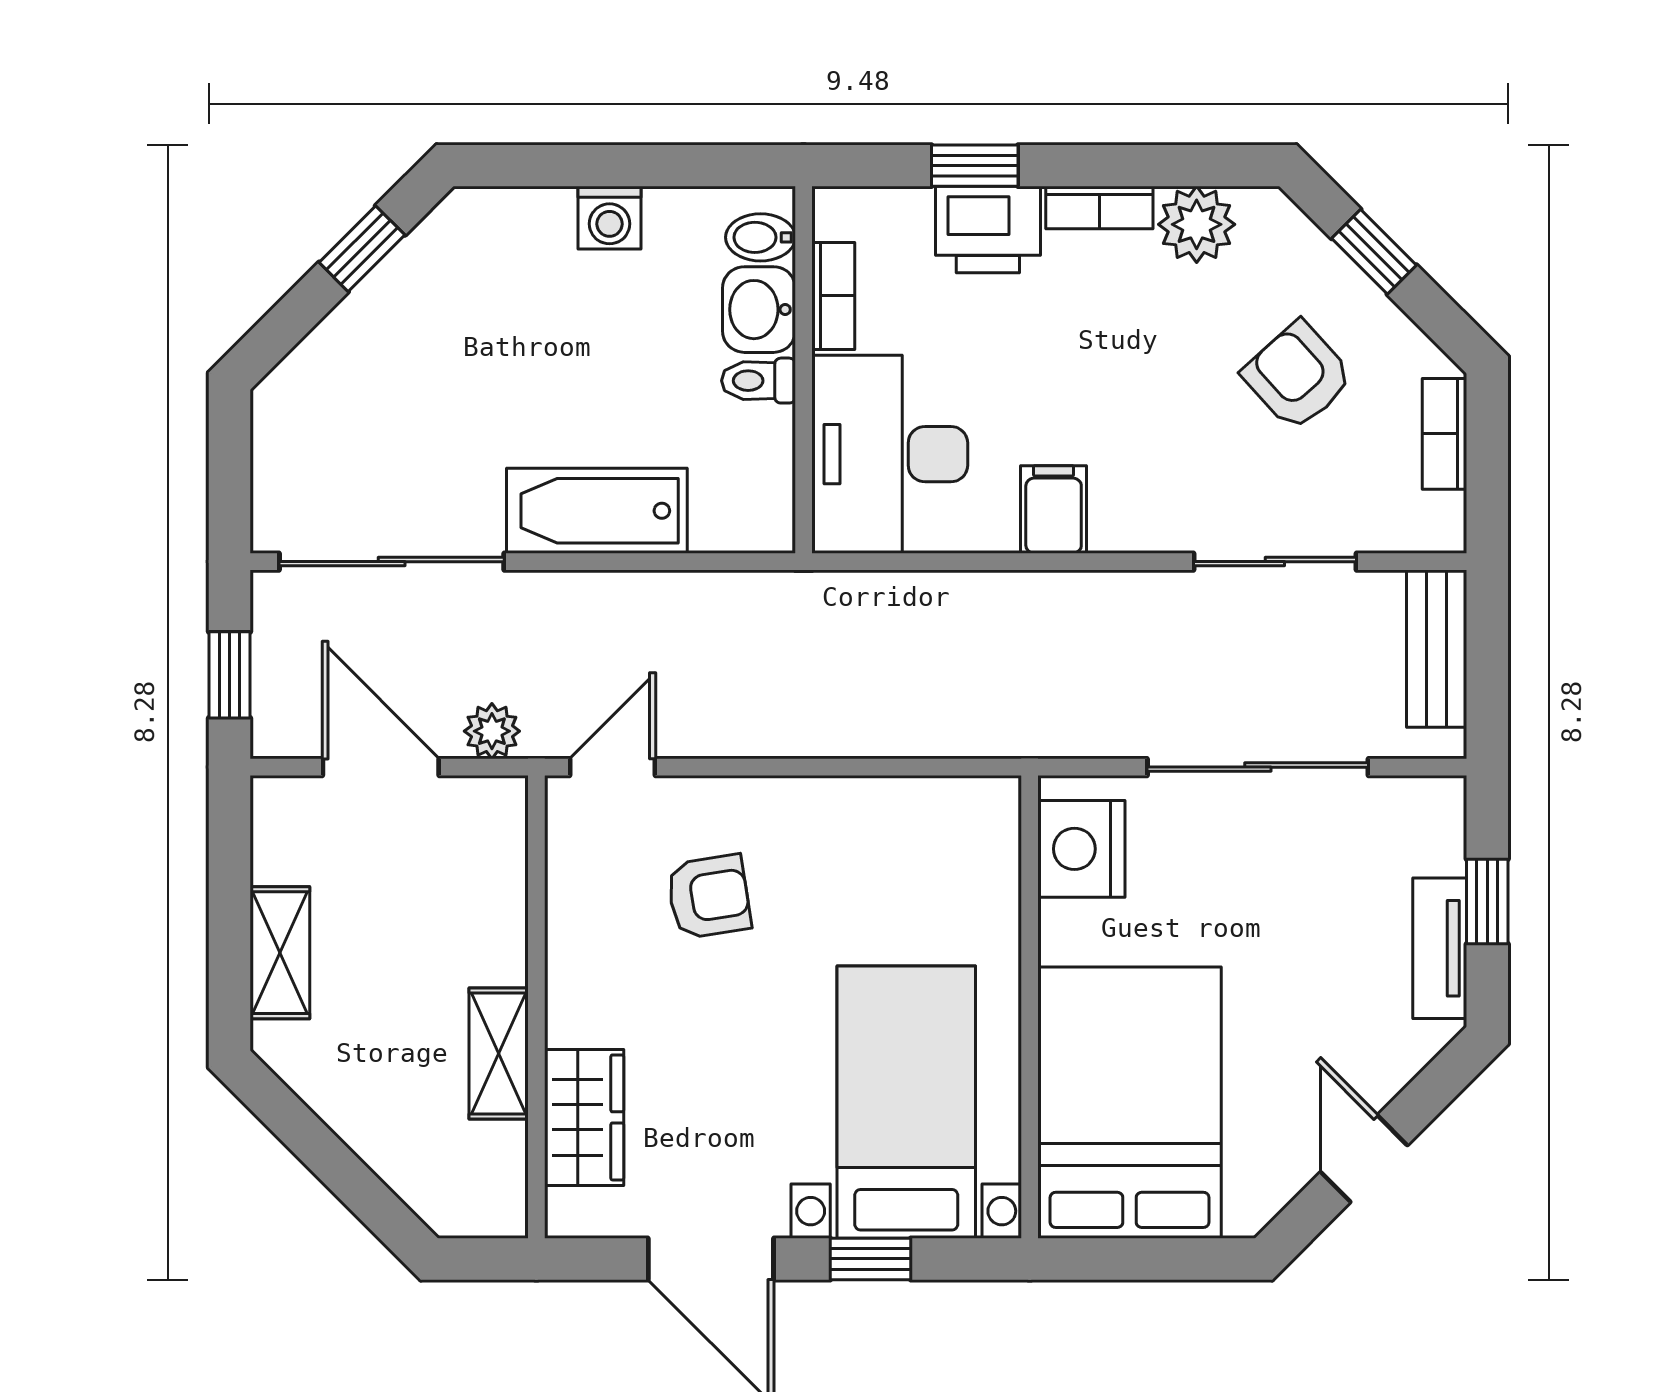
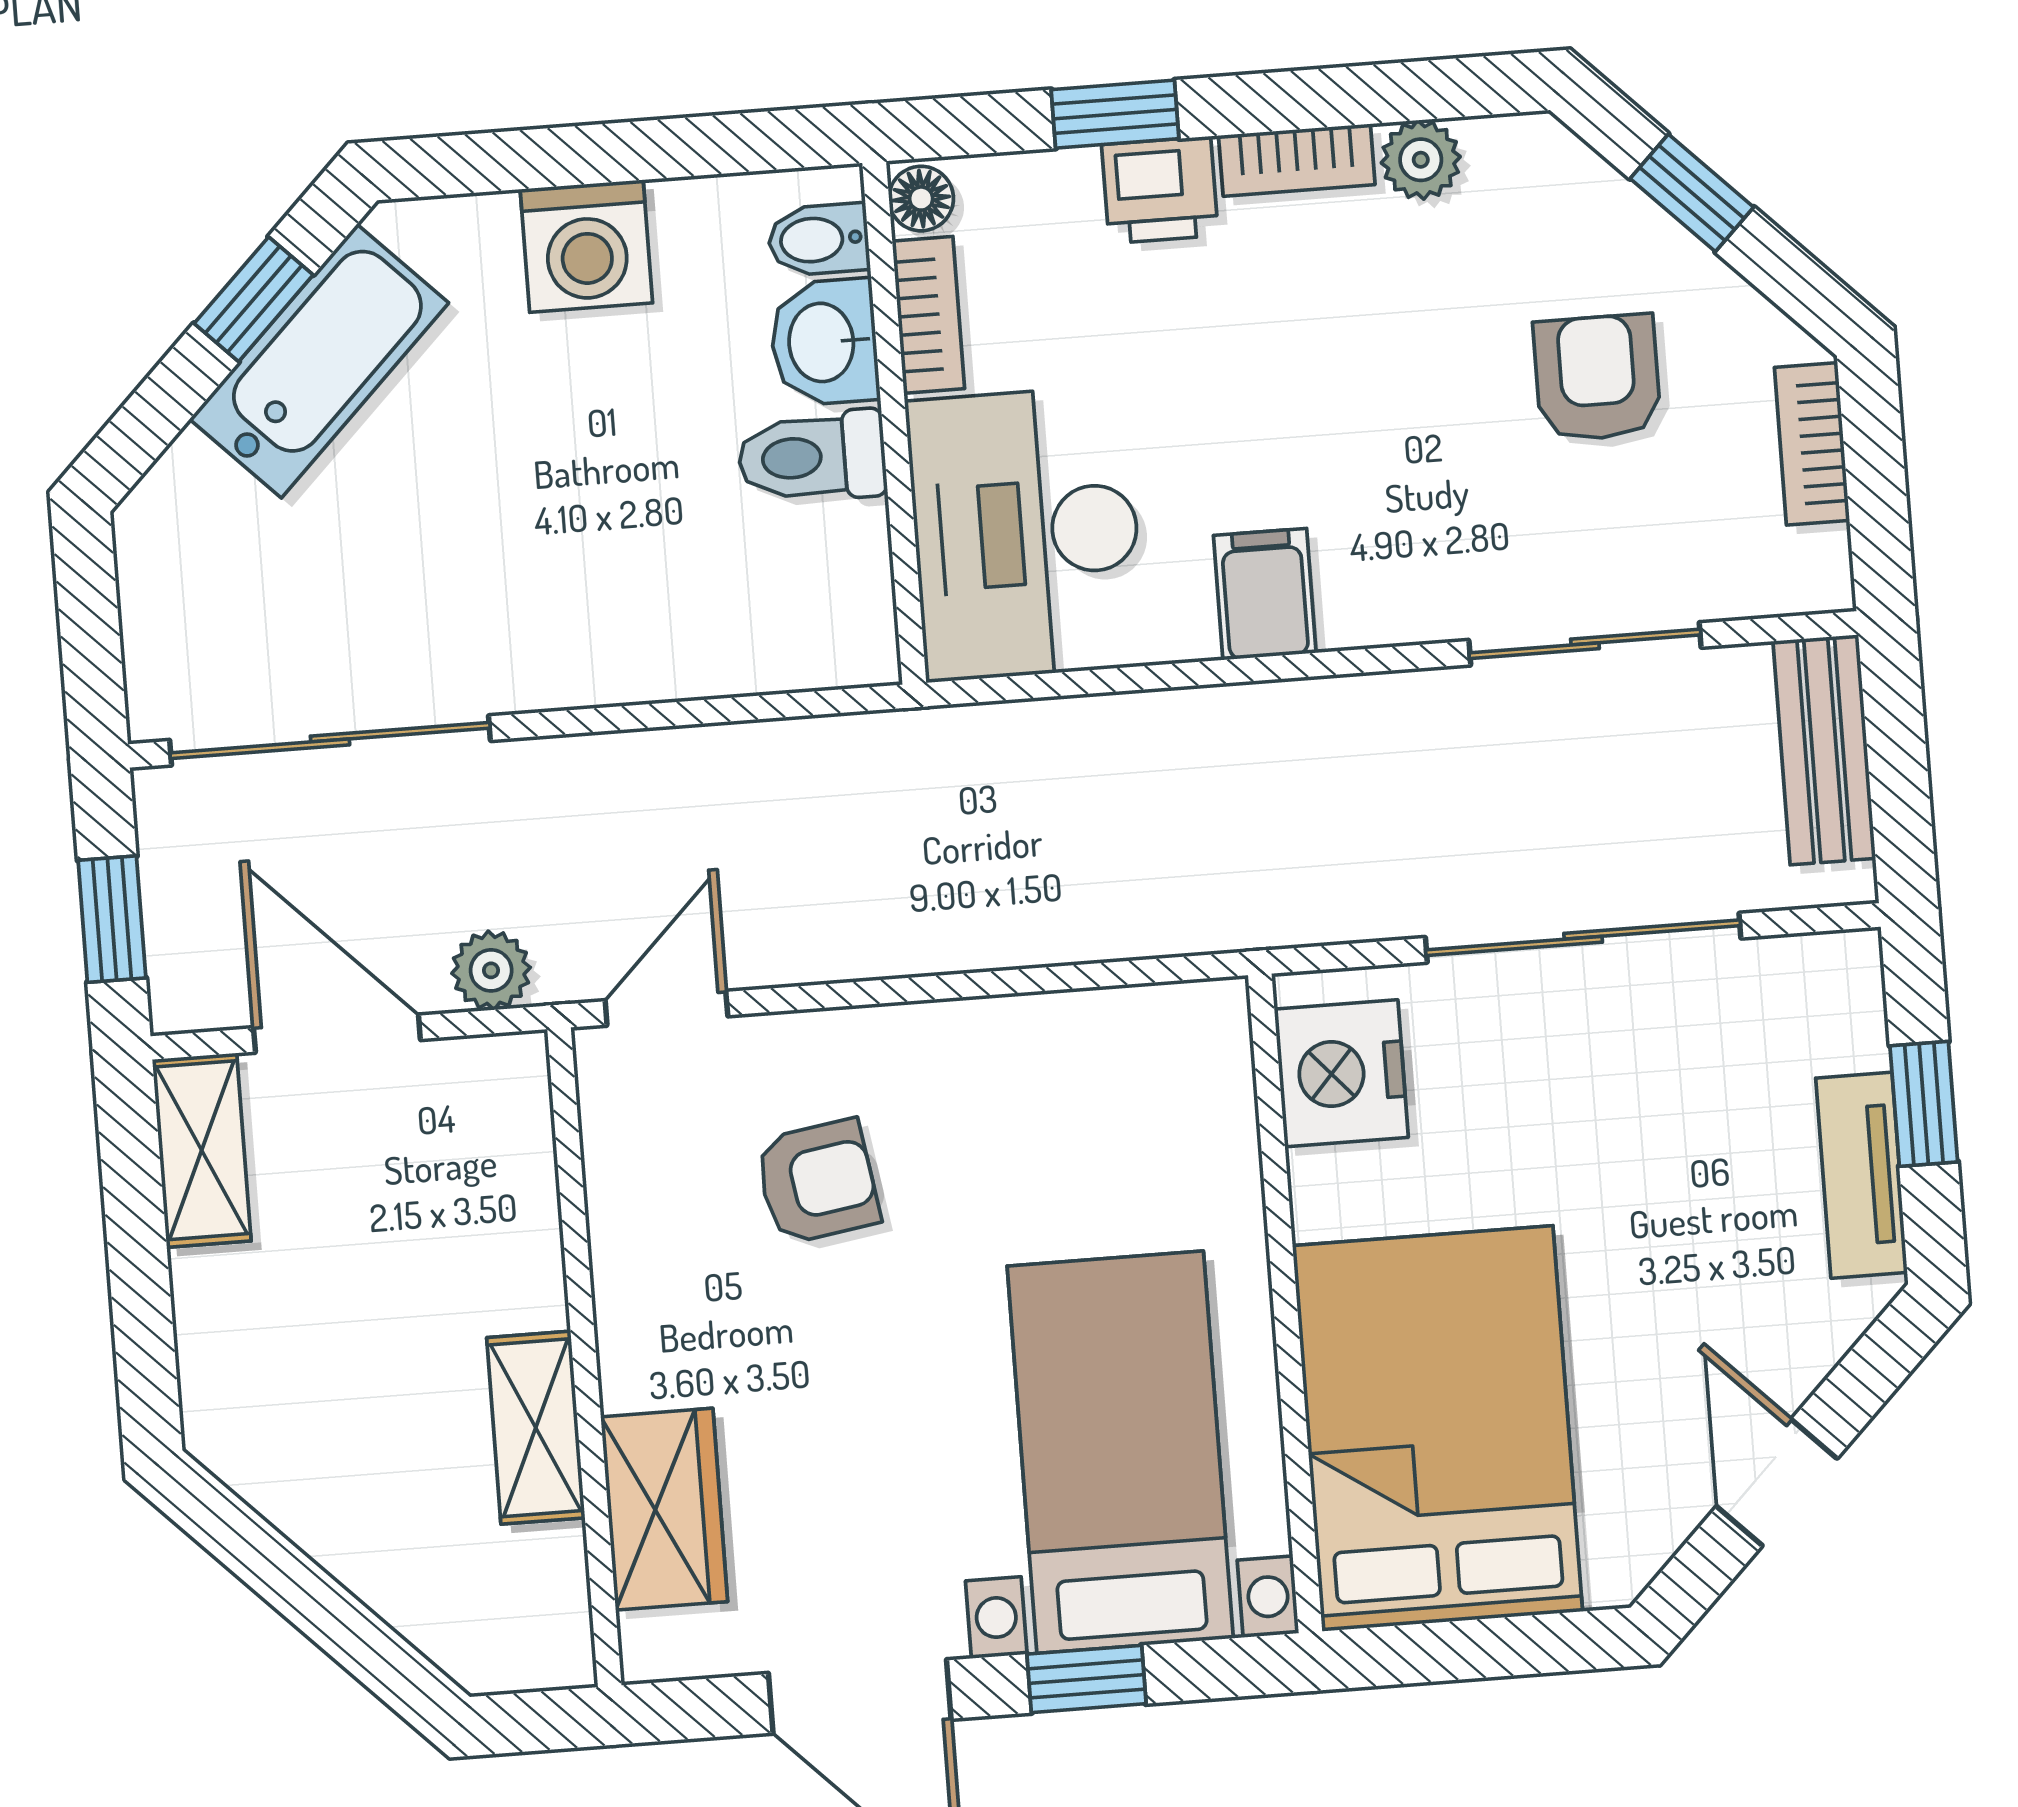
floor lamp: (834, 214) -> (921, 199), added
washing machine: (610, 218) -> (586, 246), width x1.38, depth x1.38
plant: (1197, 224) -> (1421, 160), width x0.73, depth x0.73
printer: (988, 229) -> (1160, 190), width x0.73, depth x0.81
armchair: (1298, 376) -> (1597, 378), turned 42
toilet: (758, 381) -> (812, 457), width x1.37, depth x1.39
bathtub: (597, 511) -> (319, 361), moved, turned 135
shelving: (280, 953) -> (202, 1150), moved

